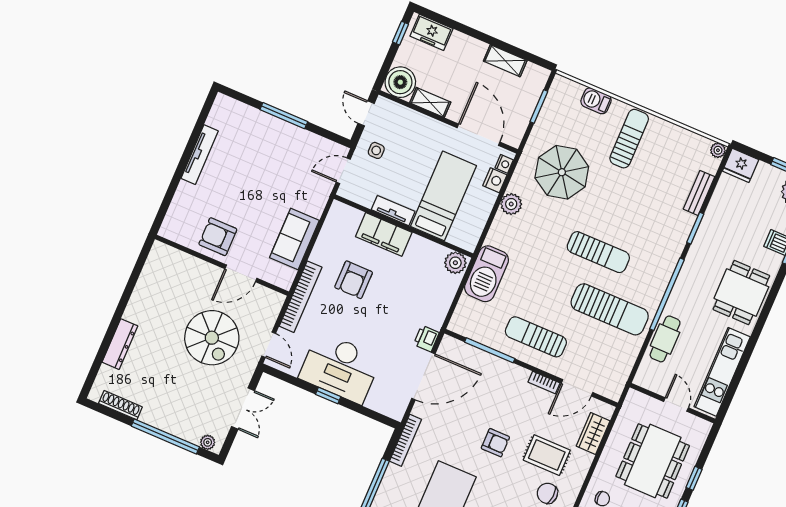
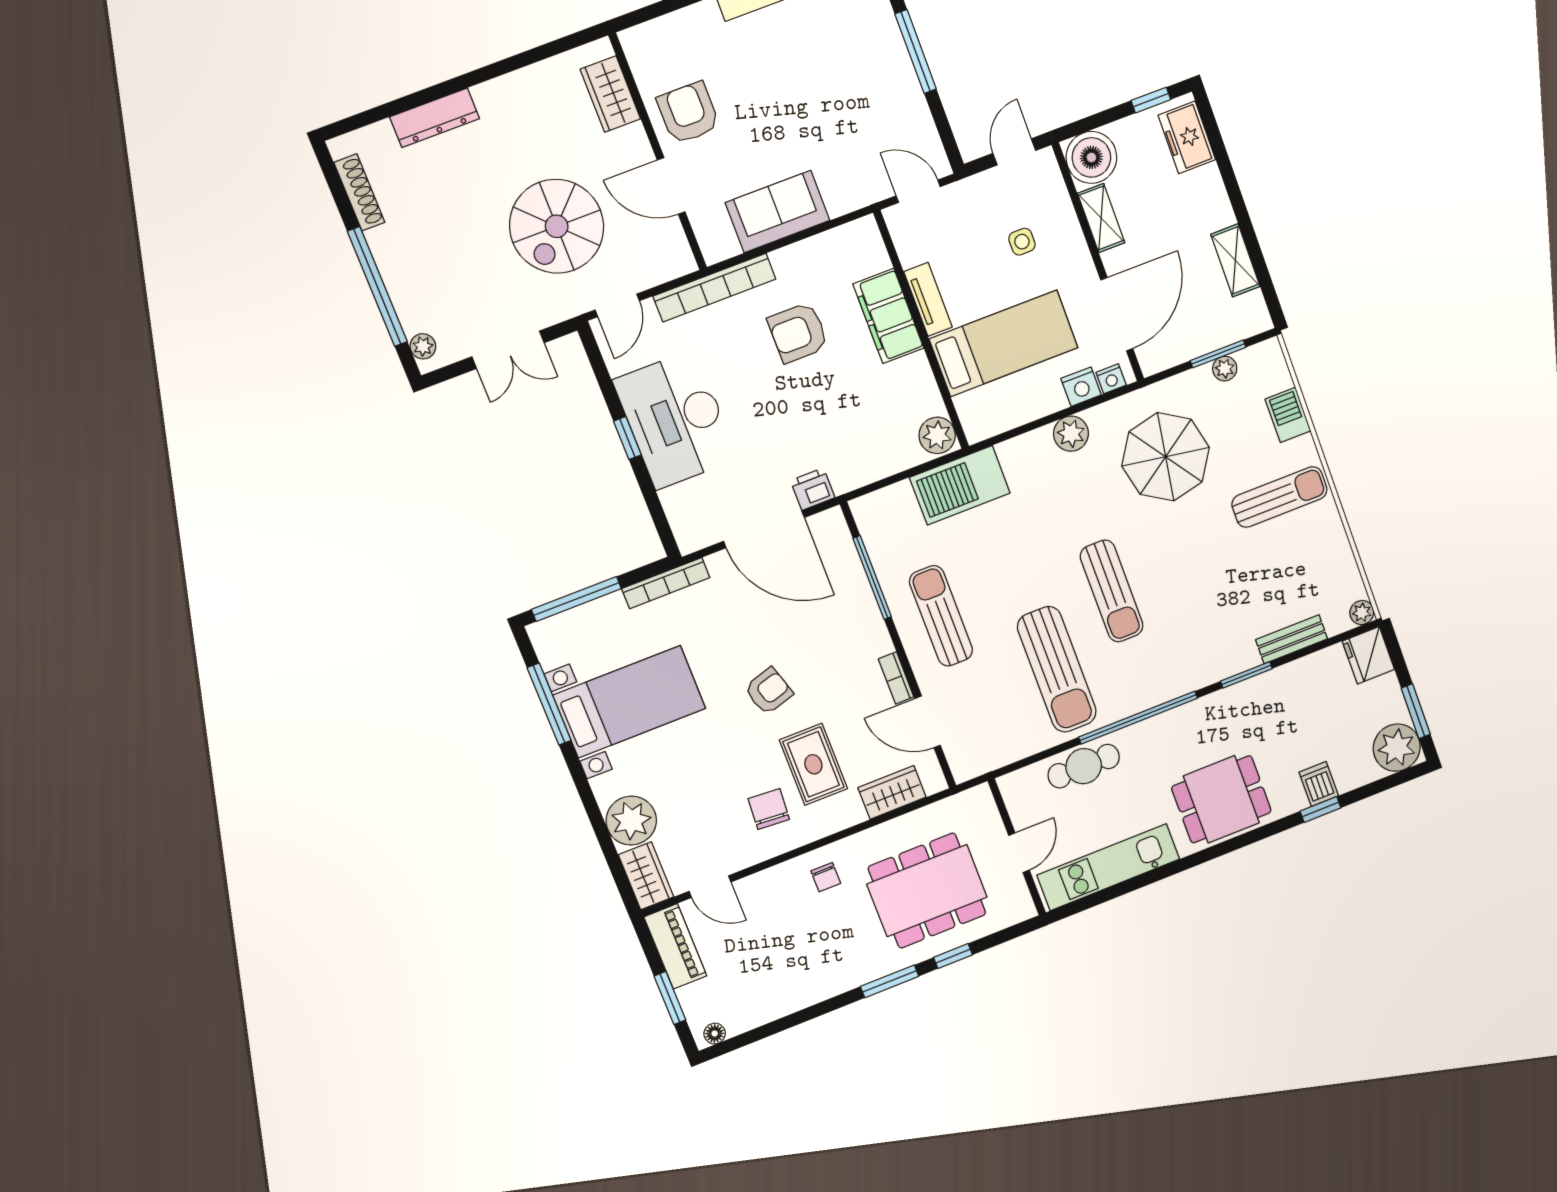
plant: (548, 110) -> (1225, 369), added
side table: (376, 150) -> (1022, 242), moved
wardrobe: (179, 262) -> (610, 94), added
armchair: (495, 443) -> (769, 691), turned -107

